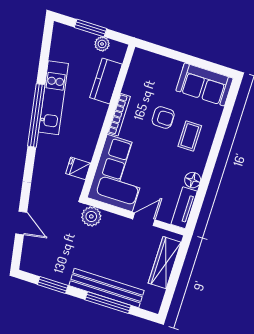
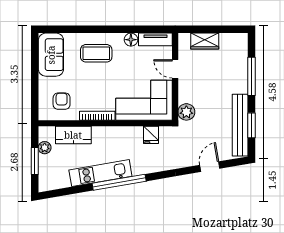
armchair: (163, 118) -> (62, 101), moved
coffee table: (190, 136) -> (96, 53), width x1.36, depth x1.30
wardrobe: (165, 263) -> (205, 41), width x0.67
bench: (106, 288) -> (240, 125), moved

